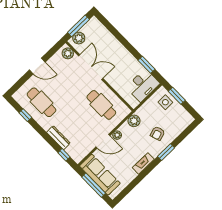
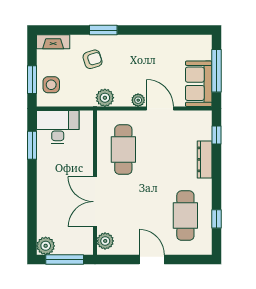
plant: (79, 38) -> (46, 246), moved
fireplace: (143, 163) -> (53, 42), moved
sofa: (100, 175) -> (199, 84), width x0.73

